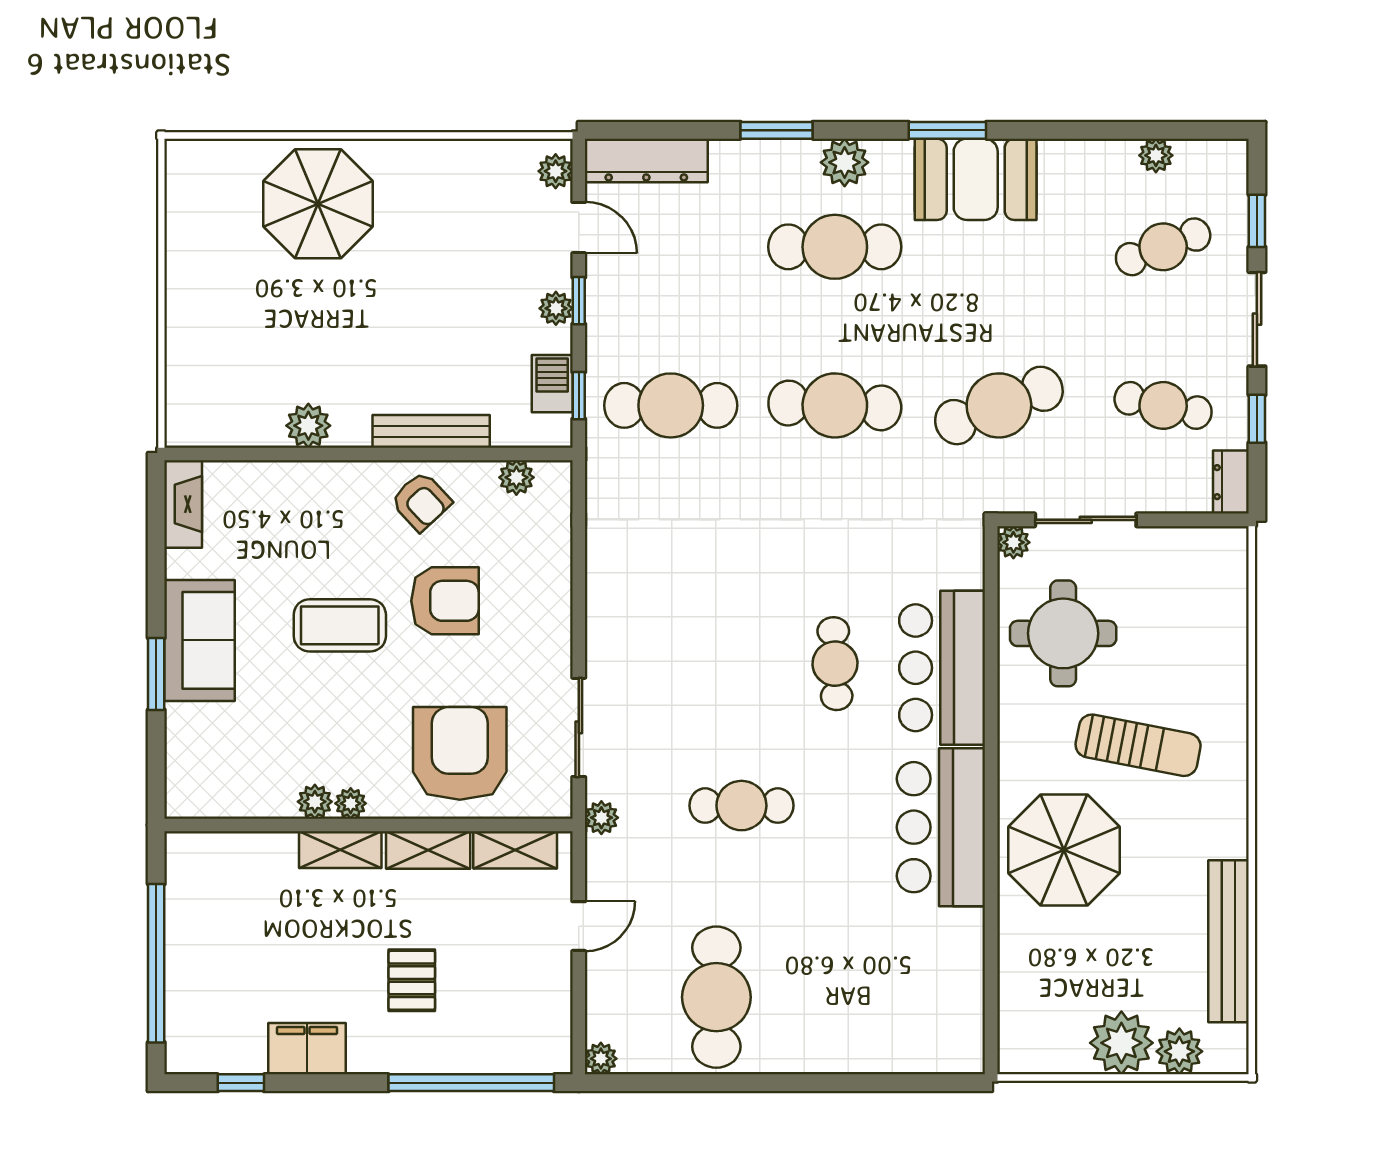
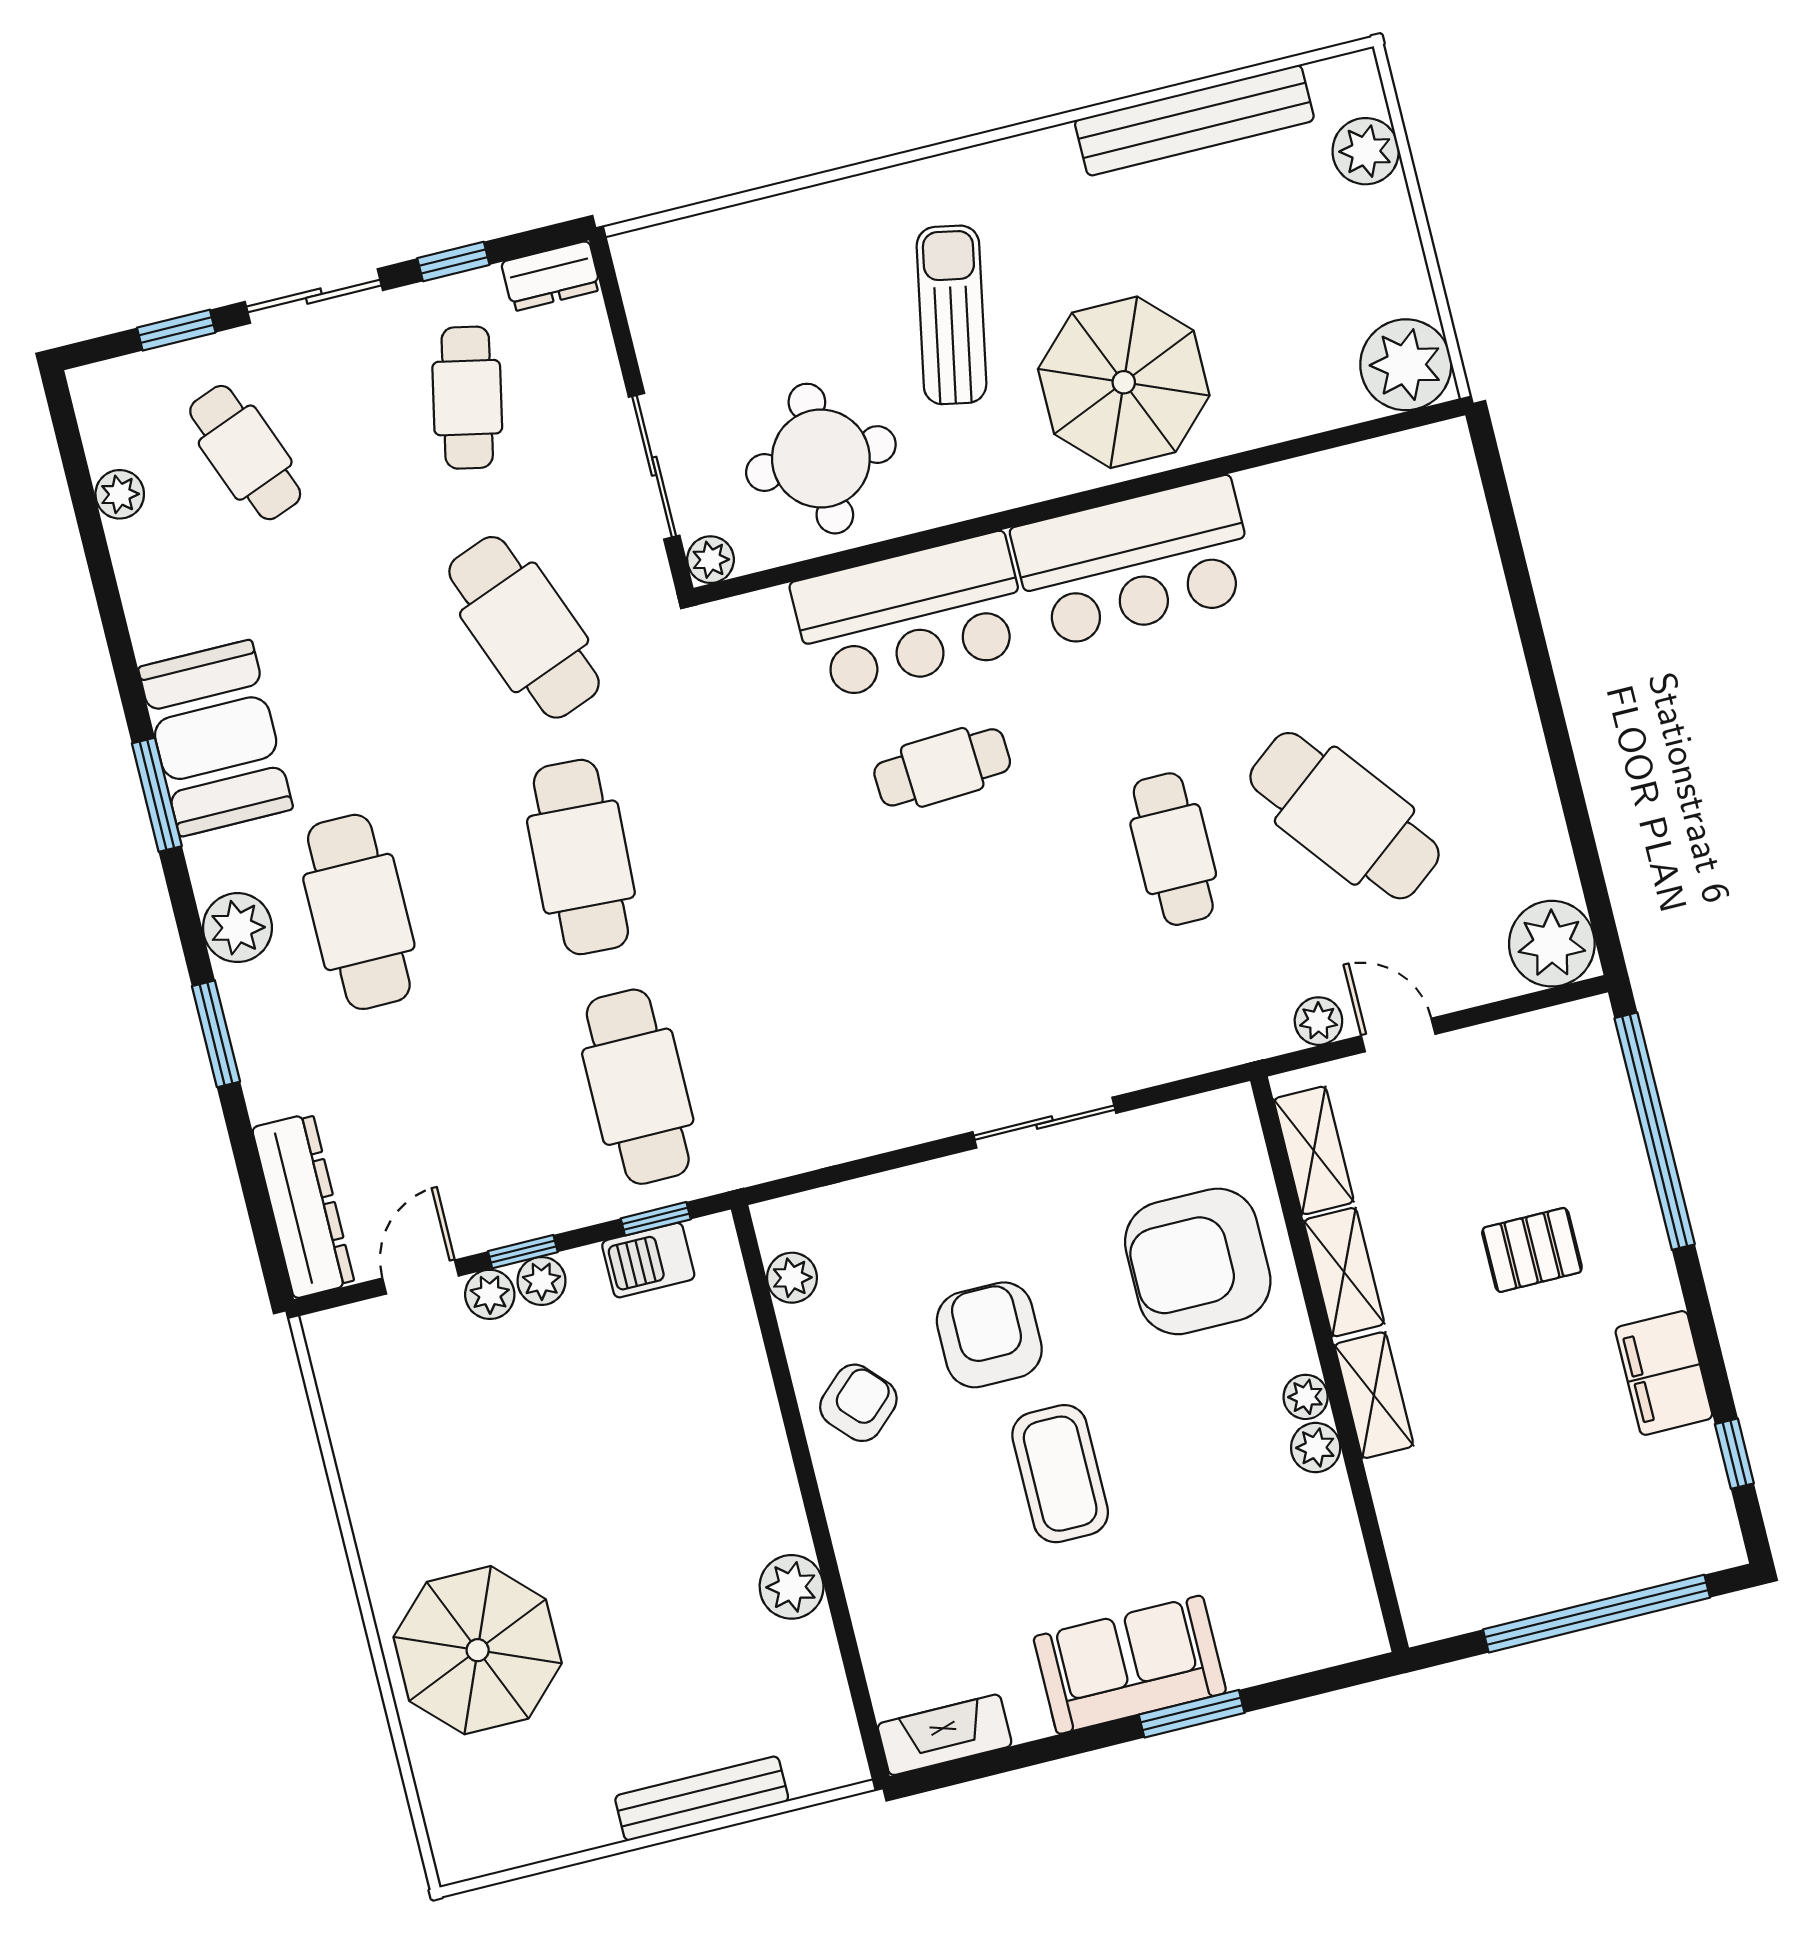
plant: (556, 171) -> (490, 1294), moved
bench: (431, 431) -> (702, 1798), moved, turned 90
sliding door: (579, 727) -> (1044, 1123), moved
plant: (601, 818) -> (1318, 1021), moved
cafe table: (716, 997) -> (1345, 816), moved, turned 52
plant: (1121, 1043) -> (1406, 365), moved
plant: (601, 1059) -> (1552, 944), width x1.87, depth x1.87

